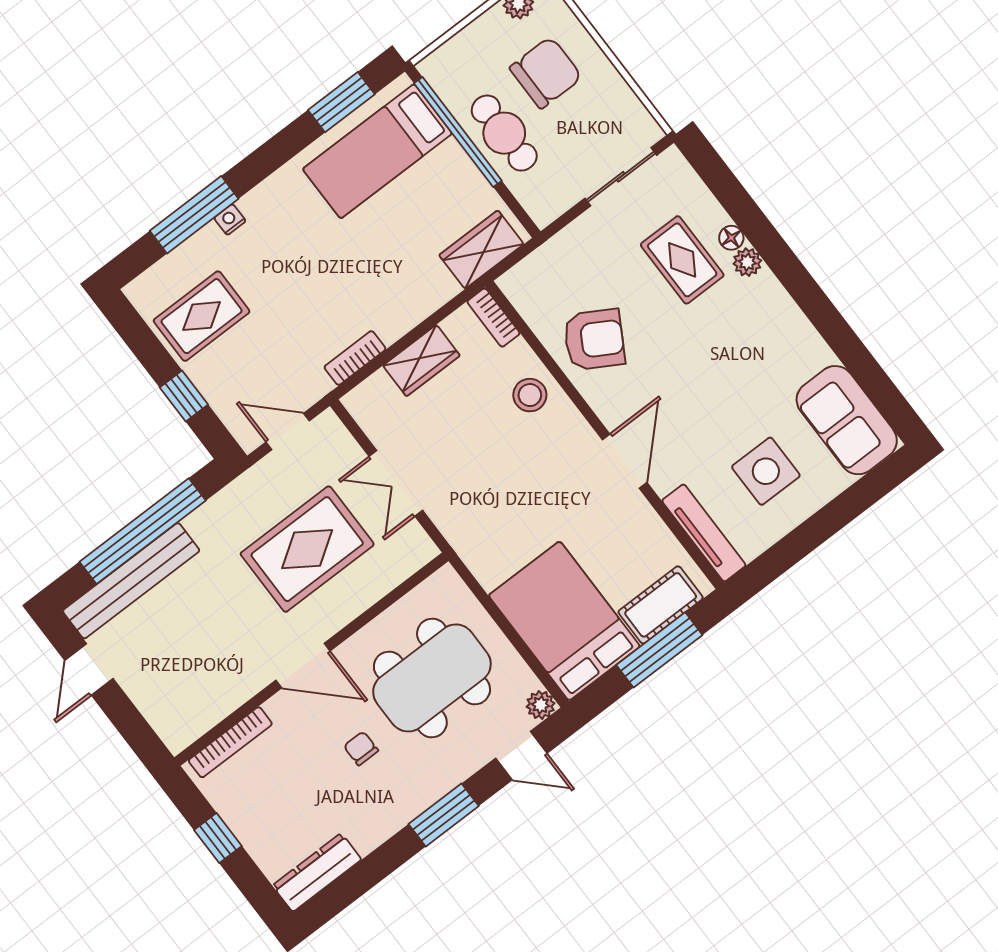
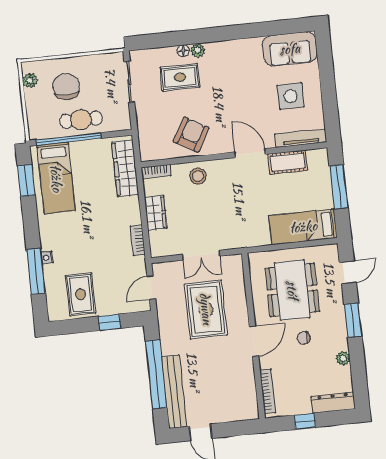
wardrobe: (481, 250) -> (125, 168), width x1.50
cot: (661, 605) -> (288, 162), moved, turned 90
bed: (564, 621) -> (303, 227), width x0.67
plant: (541, 705) -> (343, 358), moved
dresser: (317, 872) -> (333, 403), moved, turned 90

